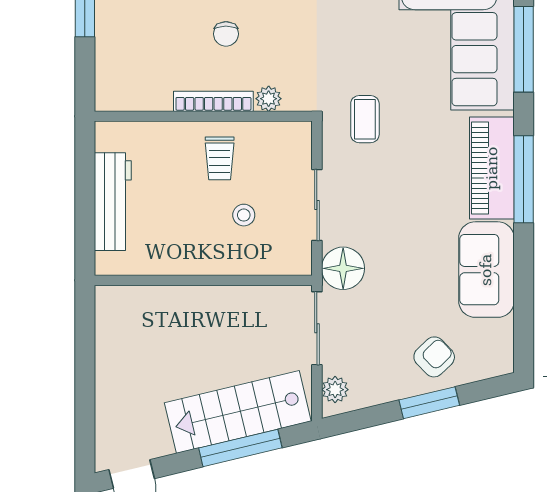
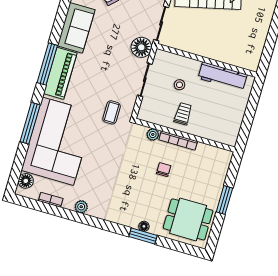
workbench: (113, 202) -> (223, 76), moved, turned -90

